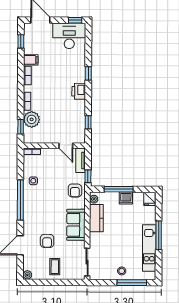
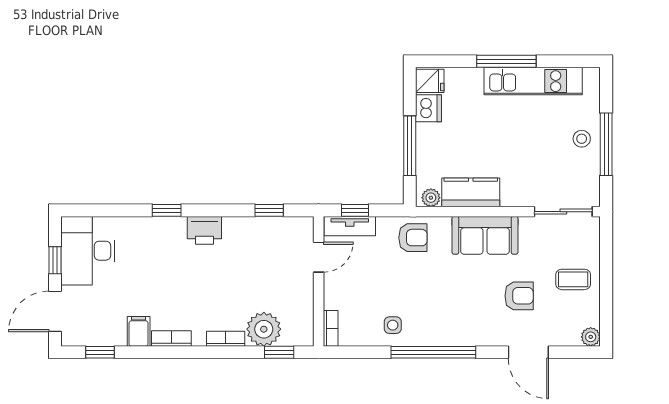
window: (75, 20) -> (55, 260), moved
window: (88, 176) -> (355, 210), moved
dishwasher: (126, 198) -> (429, 108), moved
window: (132, 283) -> (606, 144), moved

